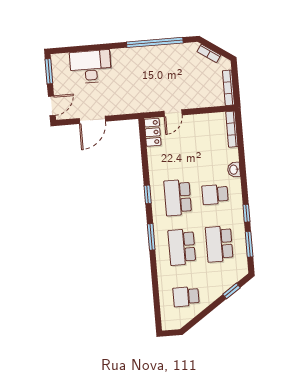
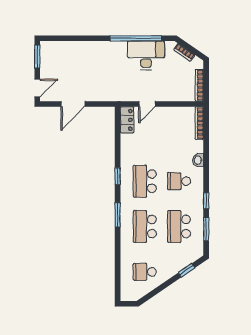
desk: (91, 67) -> (146, 55), moved

